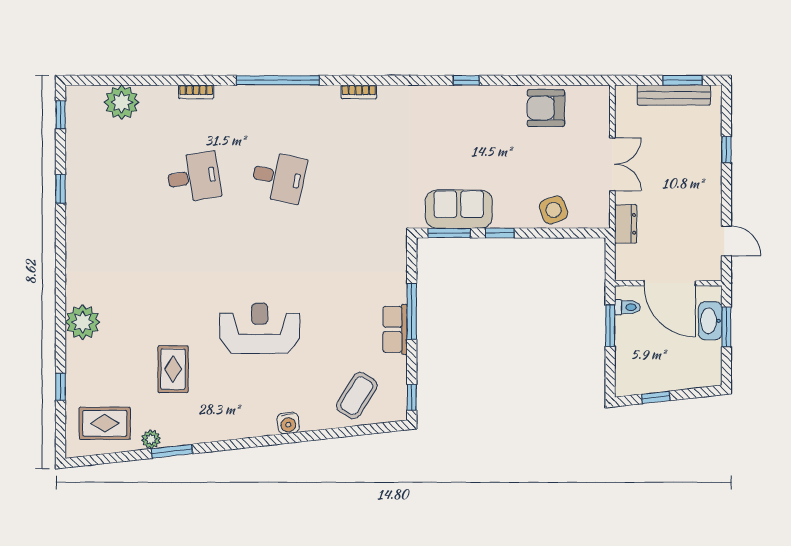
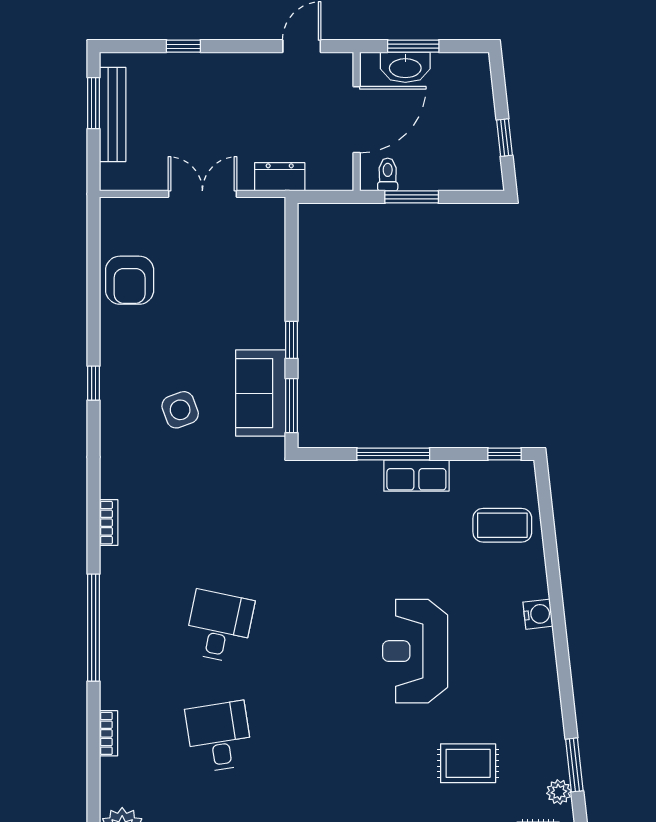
side table: (553, 210) -> (180, 410), moved
coffee table: (357, 396) -> (502, 525), turned -32

